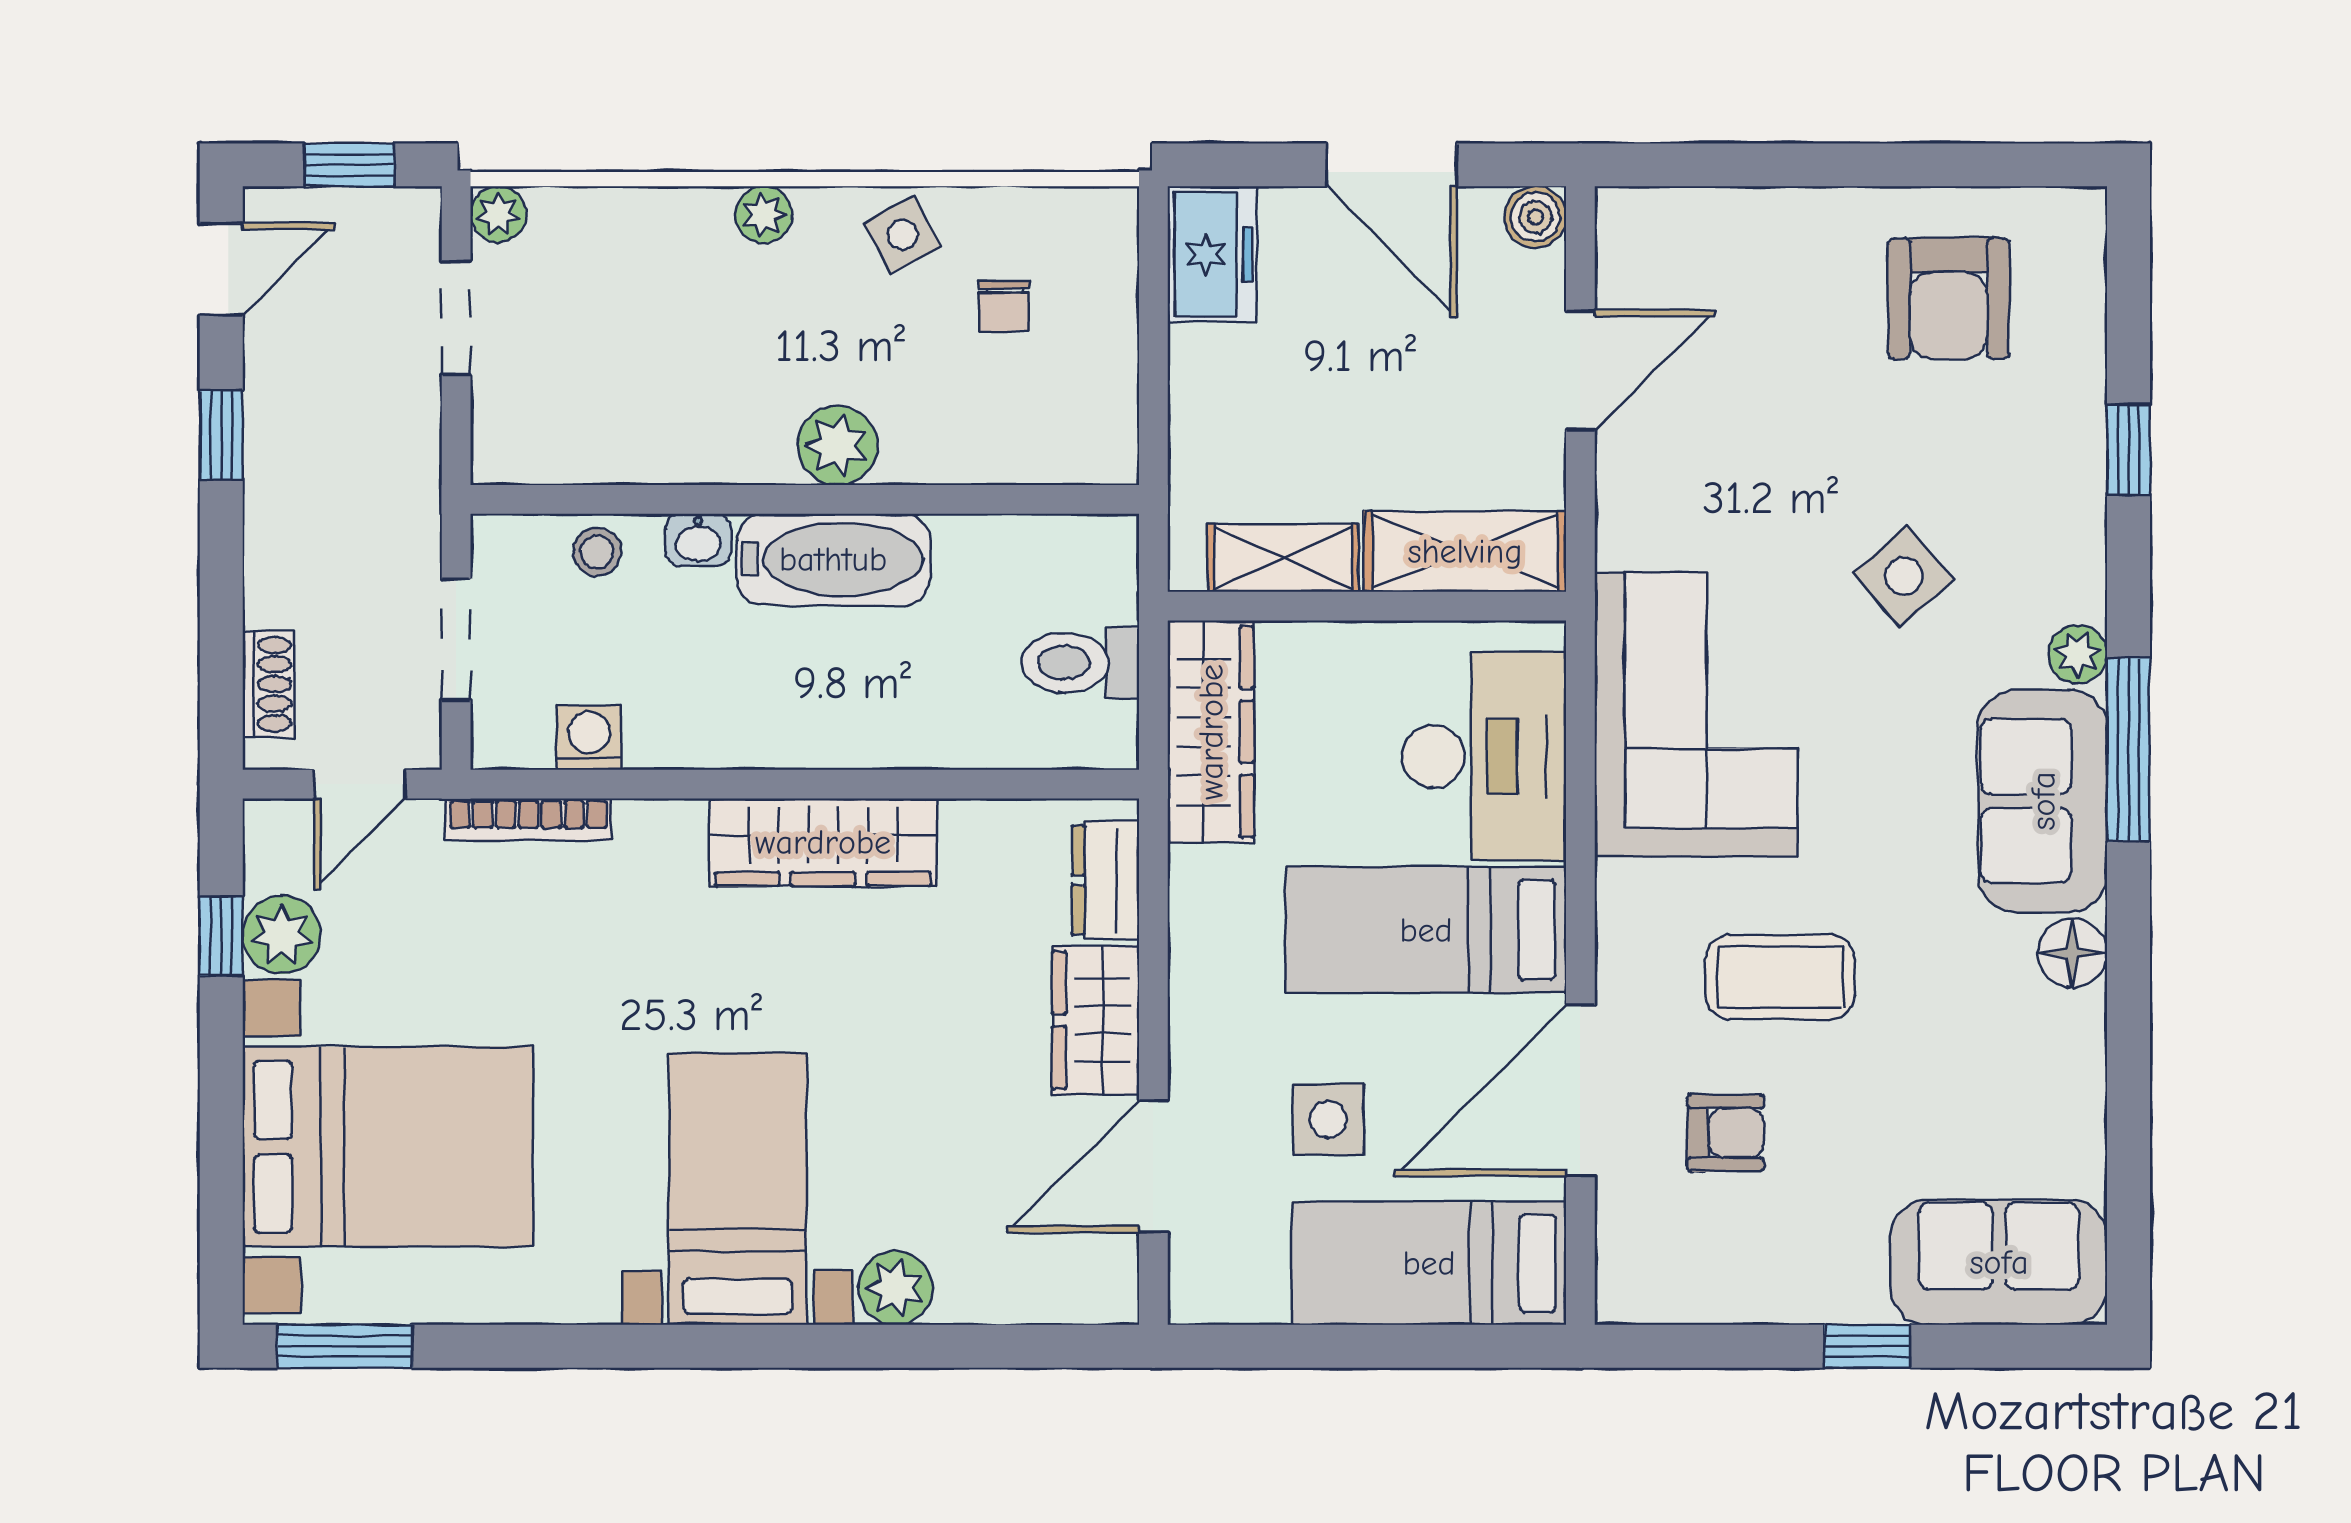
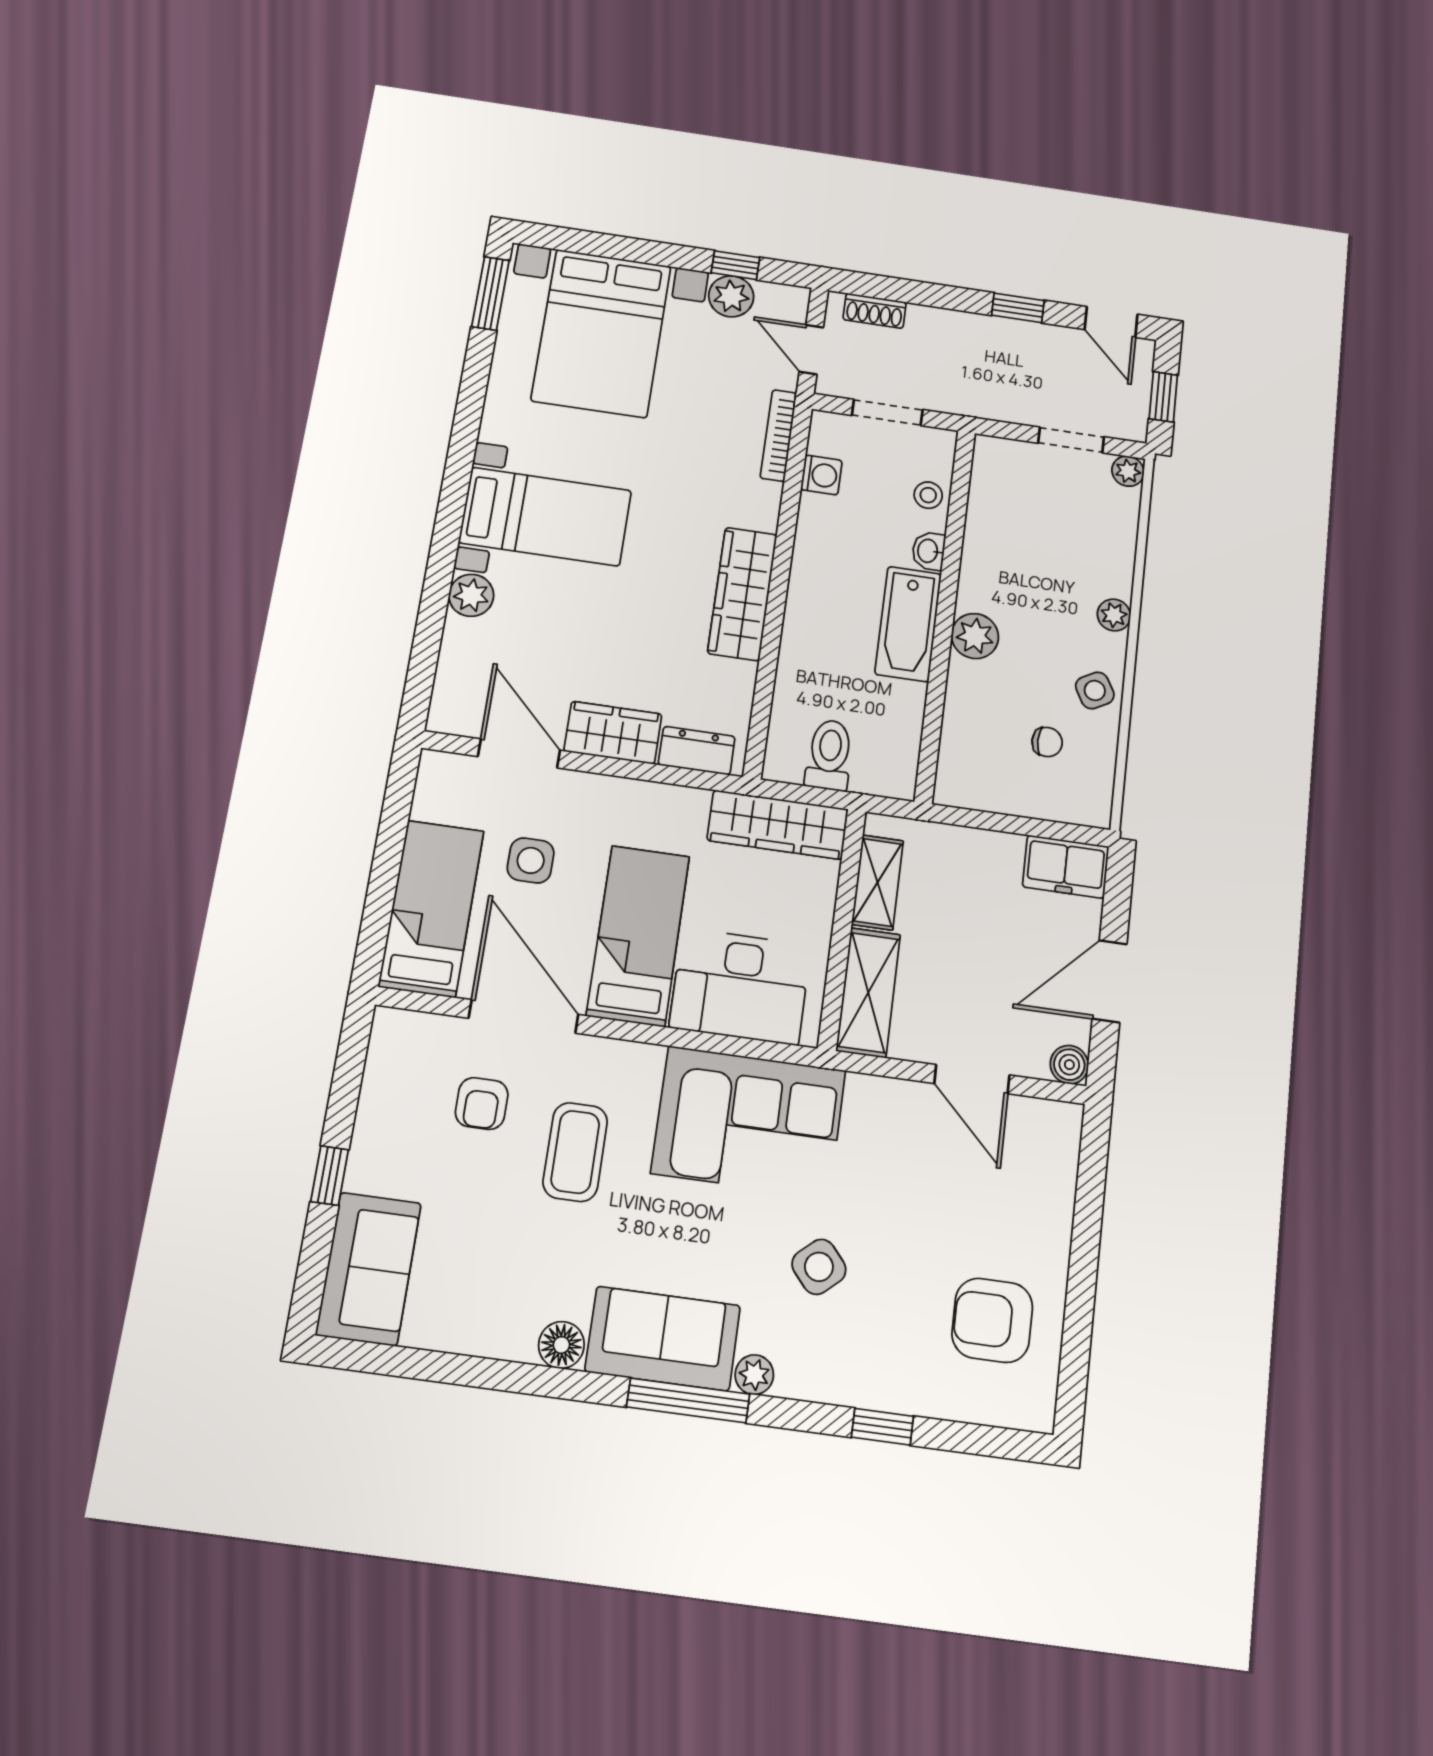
chair: (1004, 306) -> (1047, 742), turned 180

